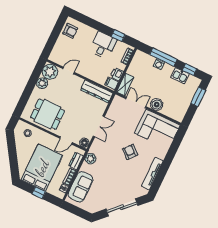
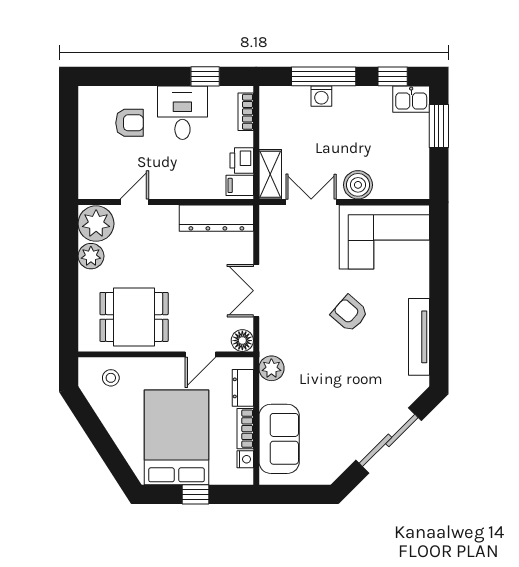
armchair: (70, 31) -> (130, 123), moved
kitchen sink: (180, 76) -> (411, 99), moved
double door: (99, 126) -> (256, 291), swing flipped

